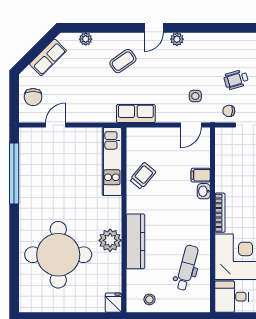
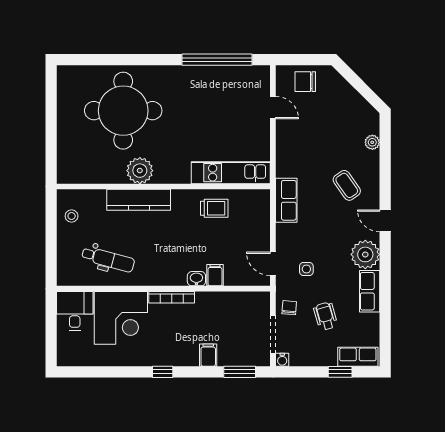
plant: (177, 39) -> (365, 254), width x1.87, depth x1.87
row of seats: (48, 57) -> (370, 291), moved, turned 45
trolley: (143, 176) -> (214, 208), turned -40
fridge: (113, 303) -> (68, 174), removed

